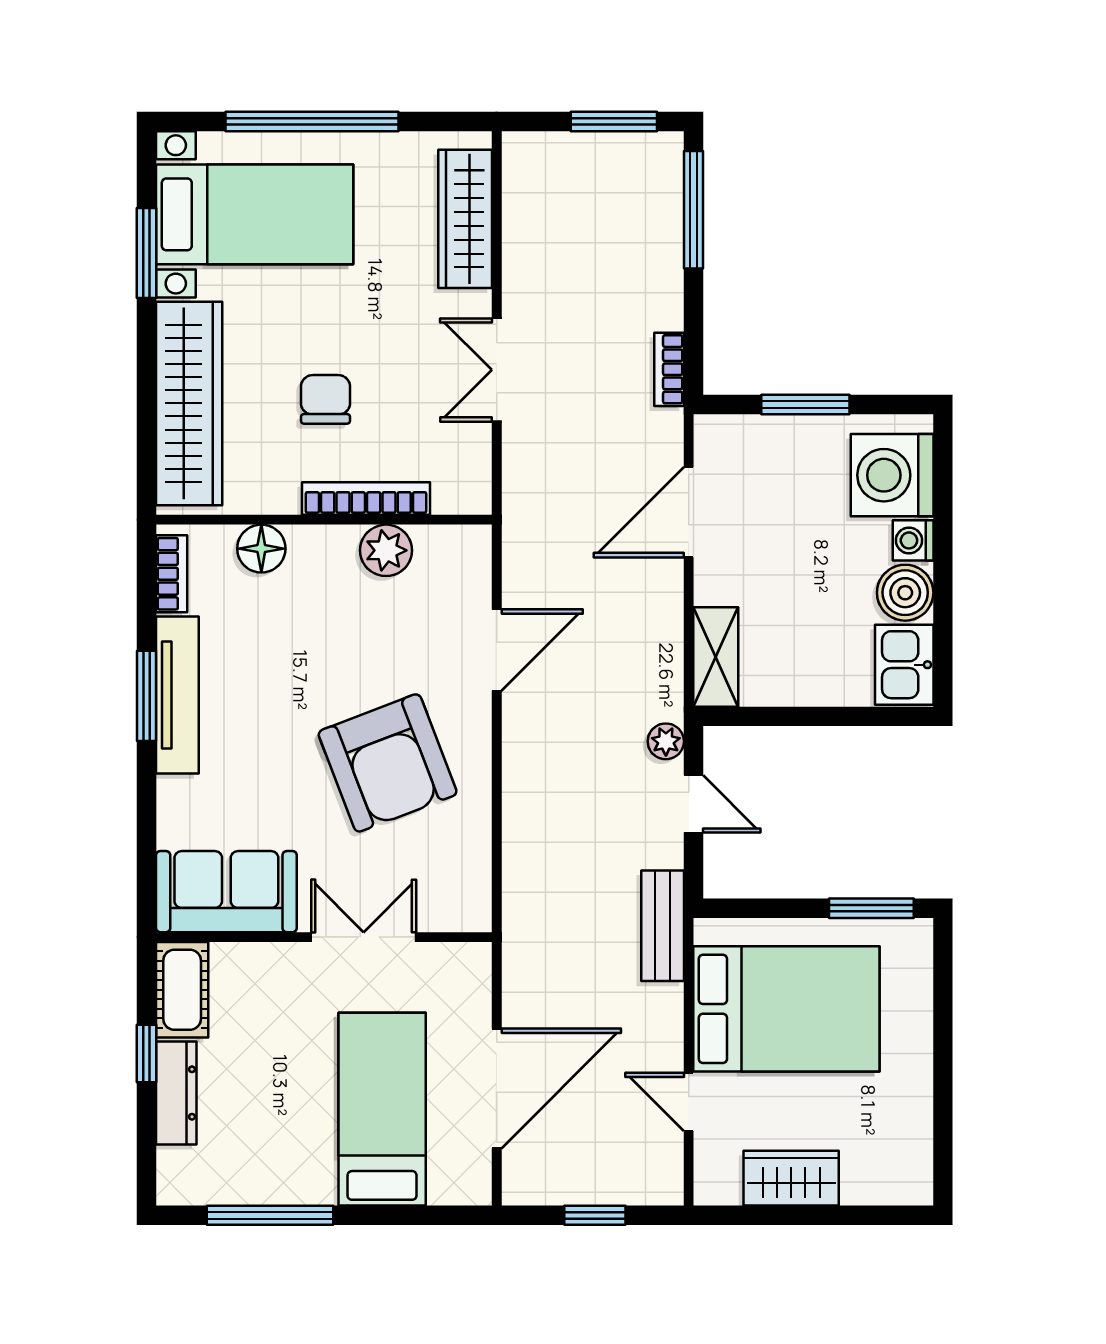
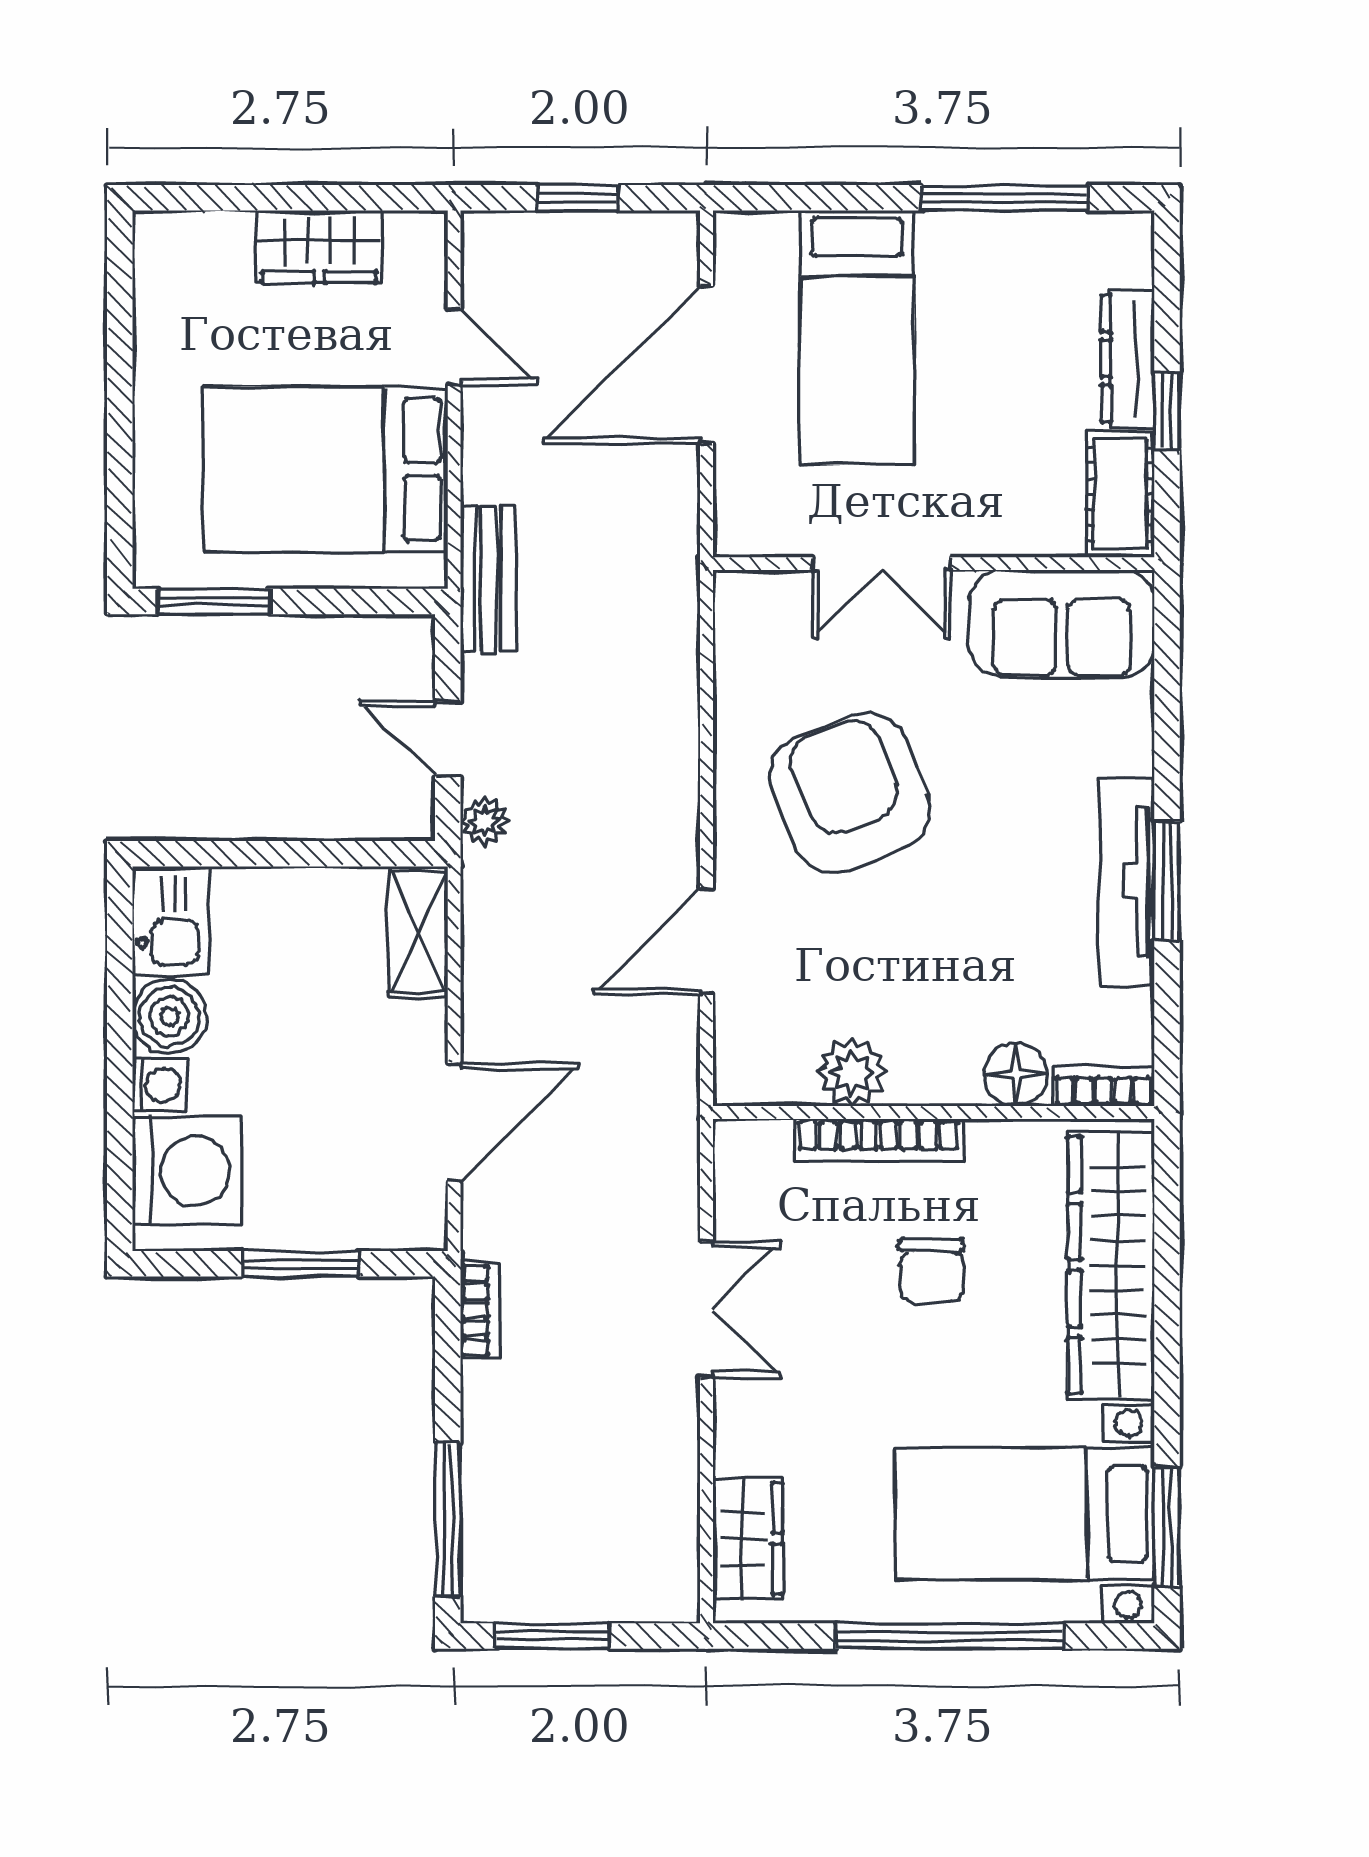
wardrobe: (465, 219) -> (748, 1538), width x0.67
window: (146, 253) -> (1167, 1527), moved
bookcase: (172, 574) -> (1104, 1086), moved, turned 90

